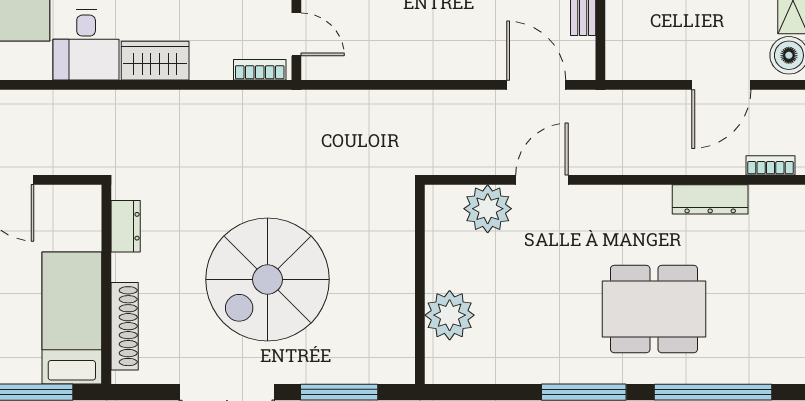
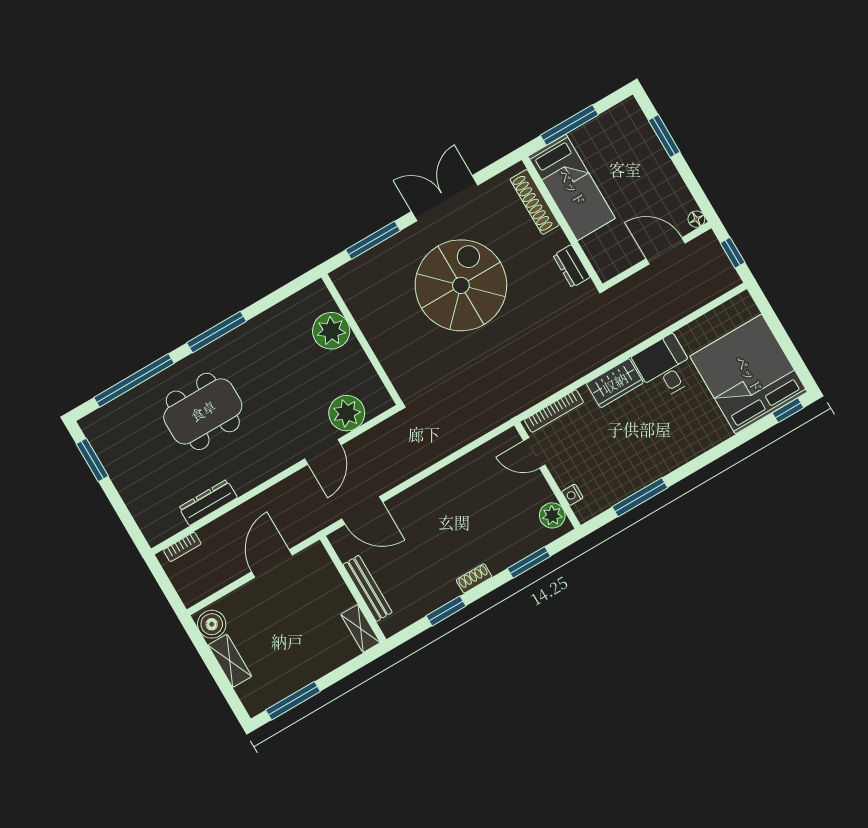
bookcase: (260, 70) -> (554, 411), width x1.56
door: (721, 85) -> (272, 563), moved

